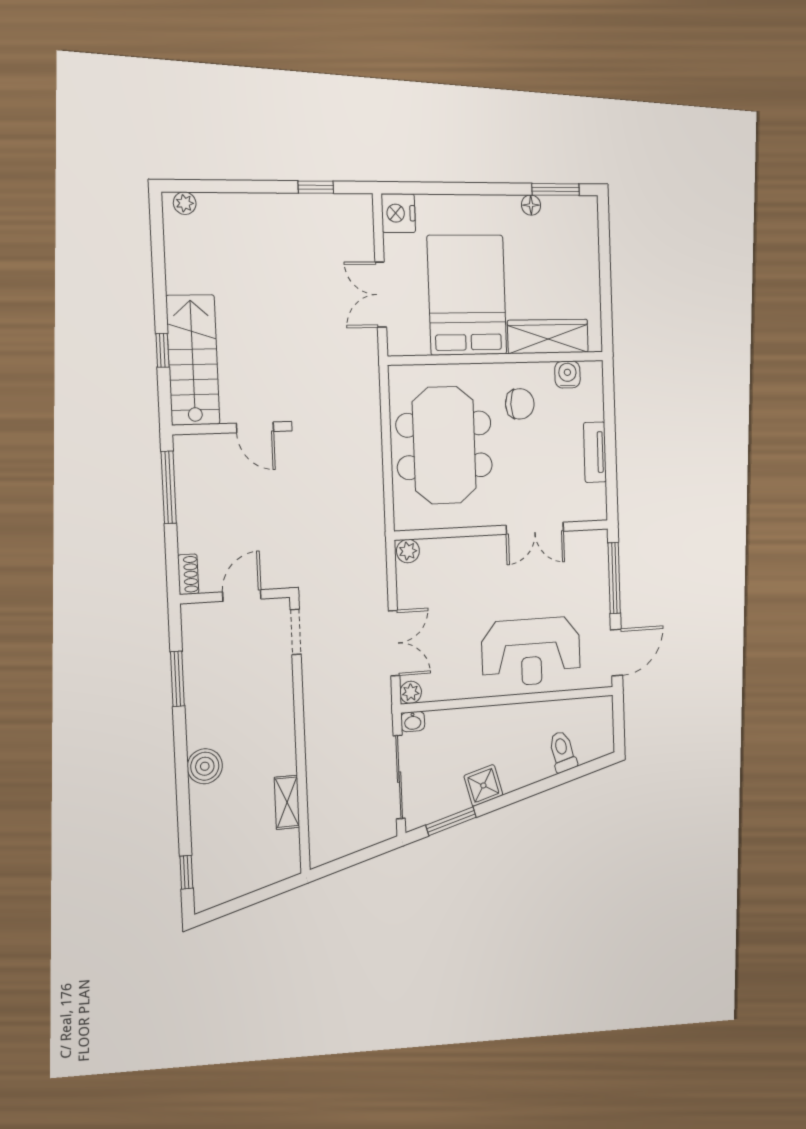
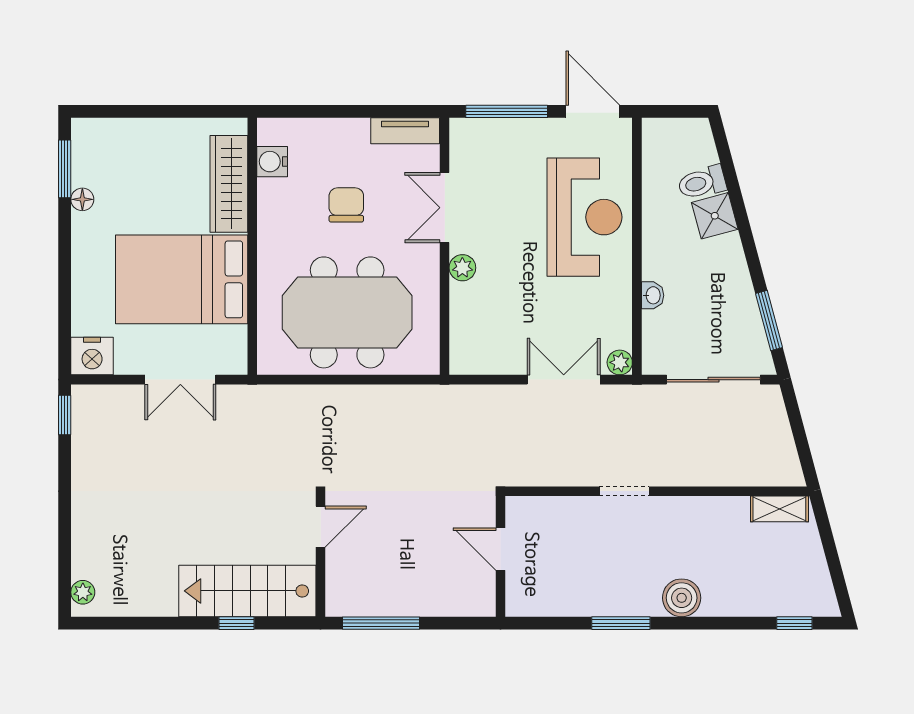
window: (316, 187) -> (65, 415), moved
chair: (520, 404) -> (346, 205), moved
tv unit: (595, 452) -> (405, 131), moved
double door: (535, 528) -> (445, 208), swing flipped
plant: (408, 551) -> (462, 268), moved
shoe rack: (188, 574) -> (474, 606), removed
doorway: (296, 632) -> (624, 491), moved
window: (177, 679) -> (621, 623), moved
washbasin: (413, 722) -> (653, 295), moved
shower: (483, 785) -> (715, 216), moved
shelving: (287, 802) -> (779, 509), moved

